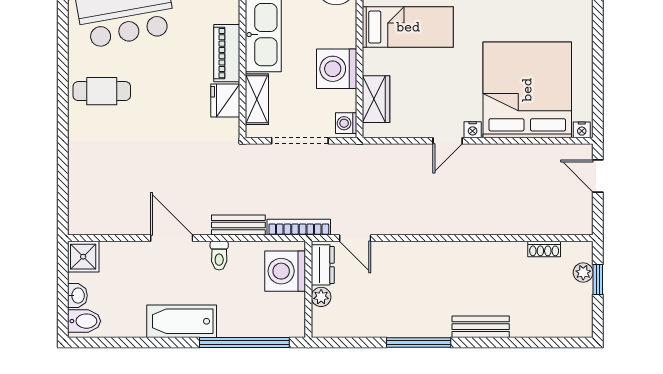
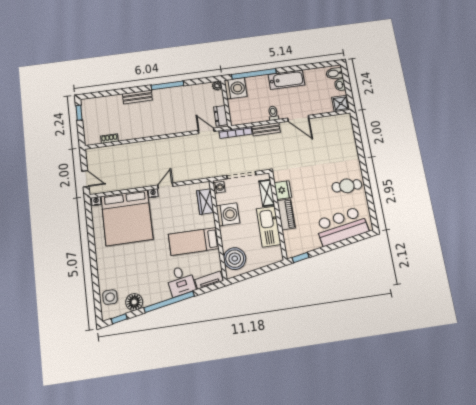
washing machine: (285, 271) -> (236, 88), moved
plant: (583, 273) -> (88, 130), removed
window: (598, 279) -> (79, 113), moved
plant: (321, 297) -> (217, 86), moved

